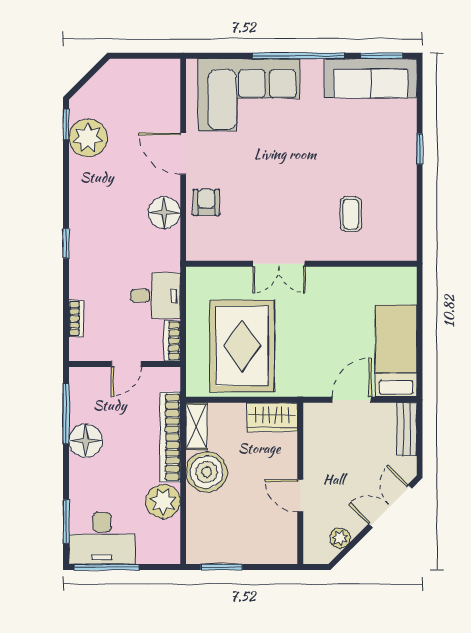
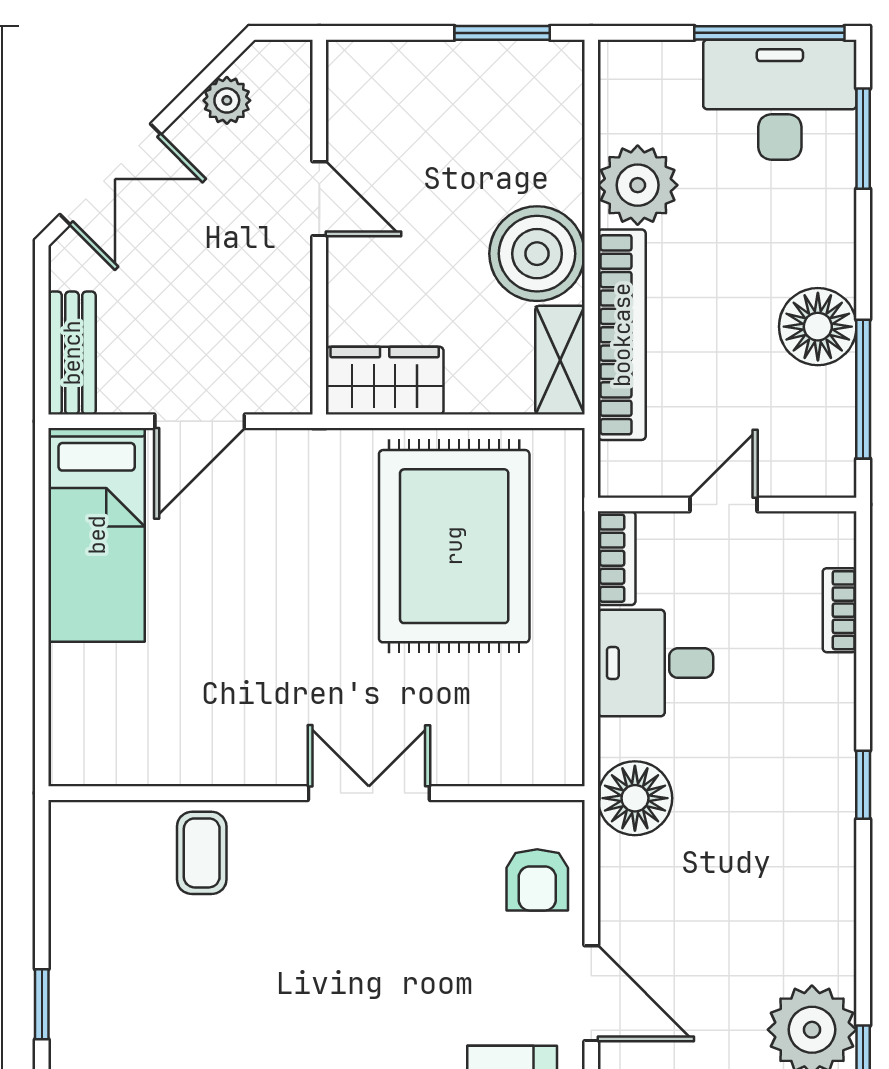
floor lamp: (164, 212) -> (635, 798), moved
double door: (279, 264) -> (369, 793), moved
wall: (301, 264) -> (317, 793), moved

